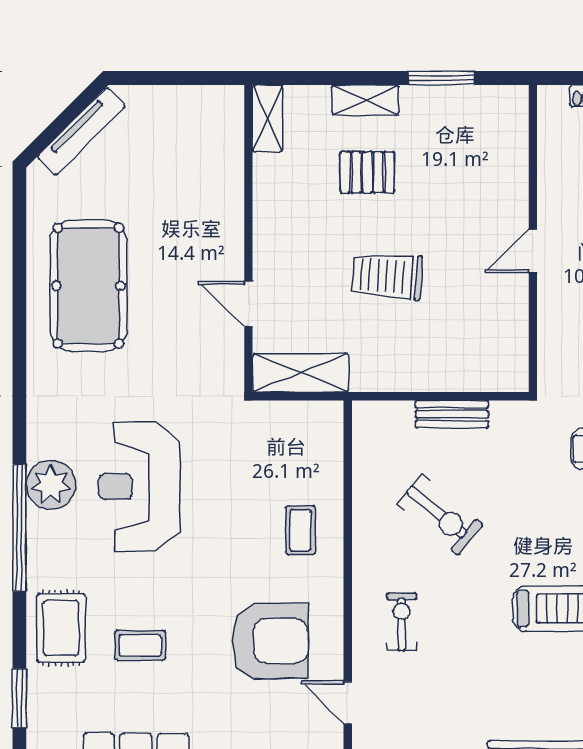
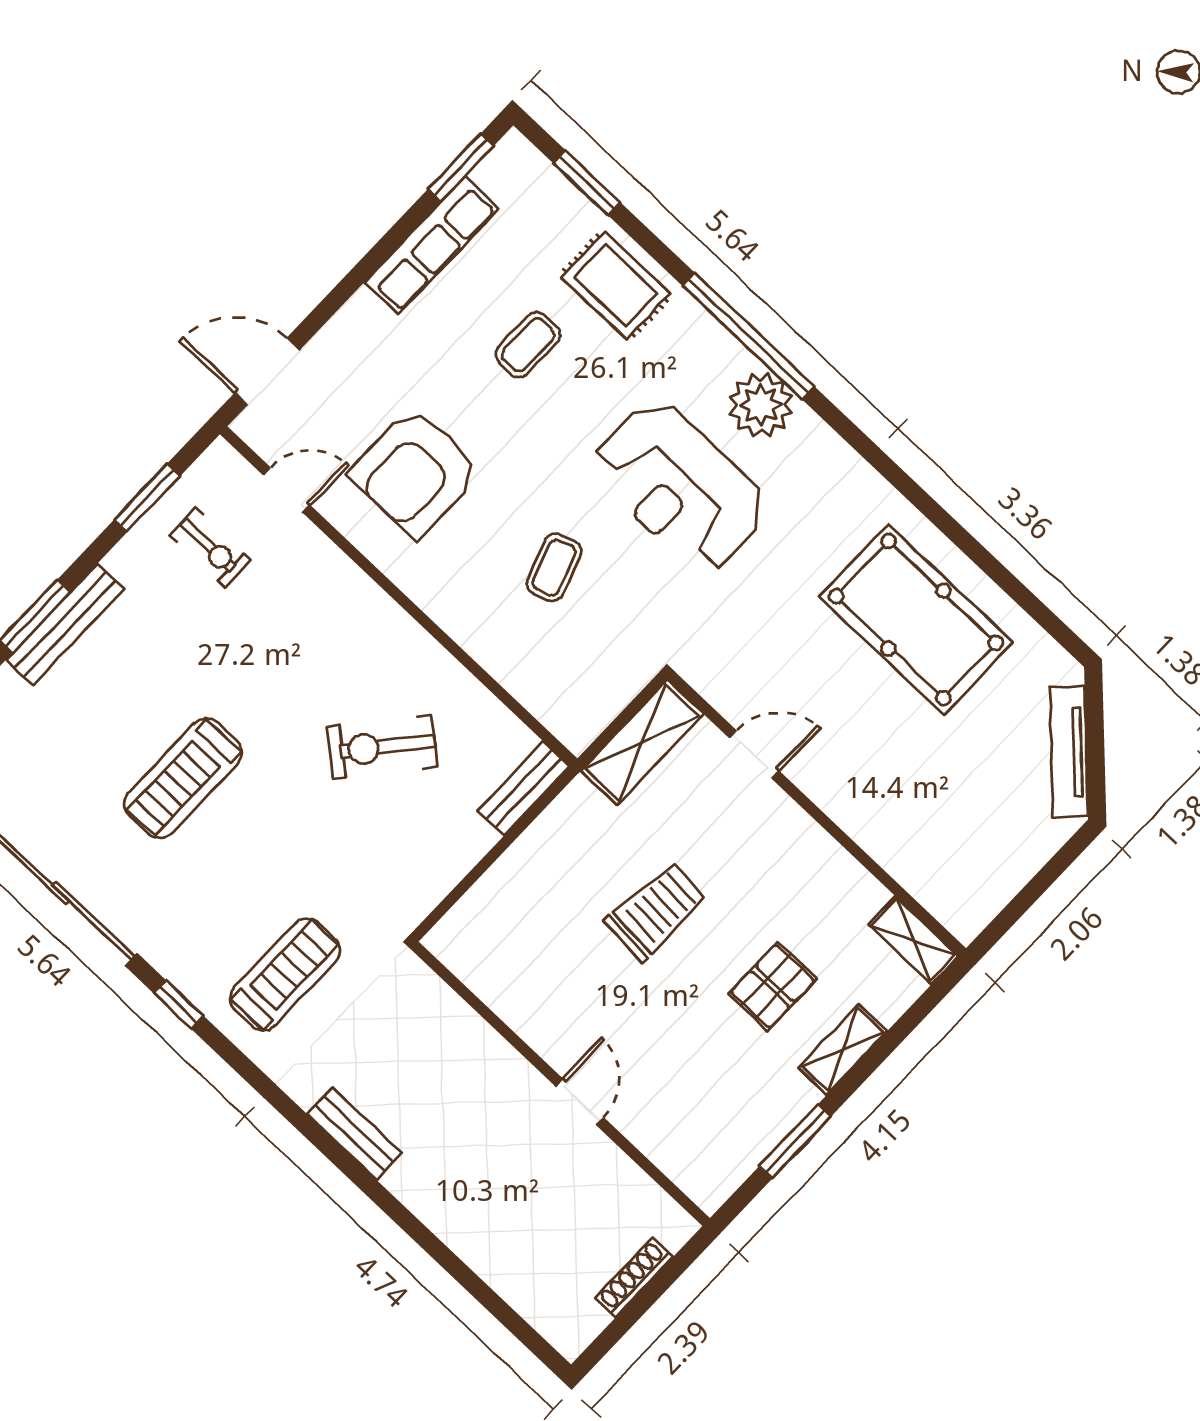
door: (533, 251) -> (579, 1102), moved
bench: (452, 414) -> (524, 788), moved
reception desk: (139, 487) -> (680, 487), turned 180
coffee table: (301, 530) -> (554, 568), moved, turned 71
exercise bike: (402, 622) -> (210, 547), moved

